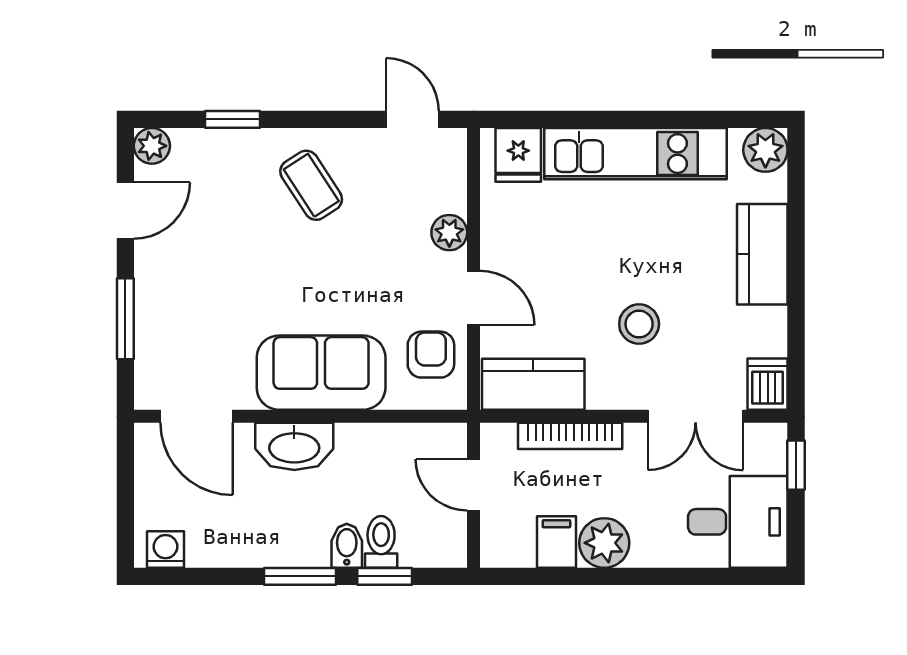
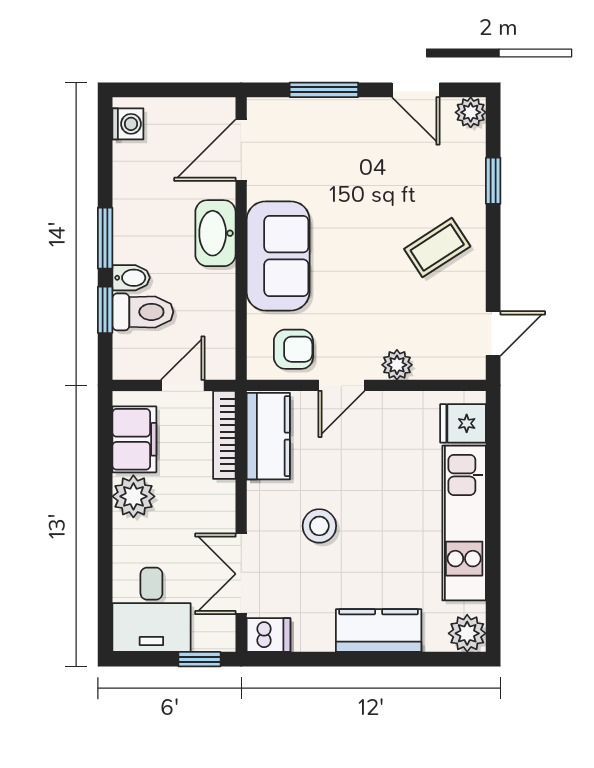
bookcase: (570, 436) -> (224, 435), moved
toilet: (381, 542) -> (143, 312), width x1.37, depth x1.39
filing cabinet: (556, 542) -> (134, 439), width x2.00

